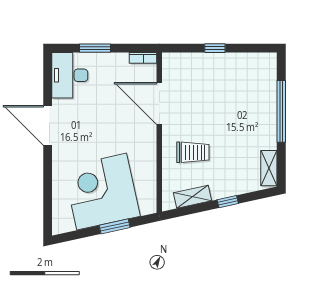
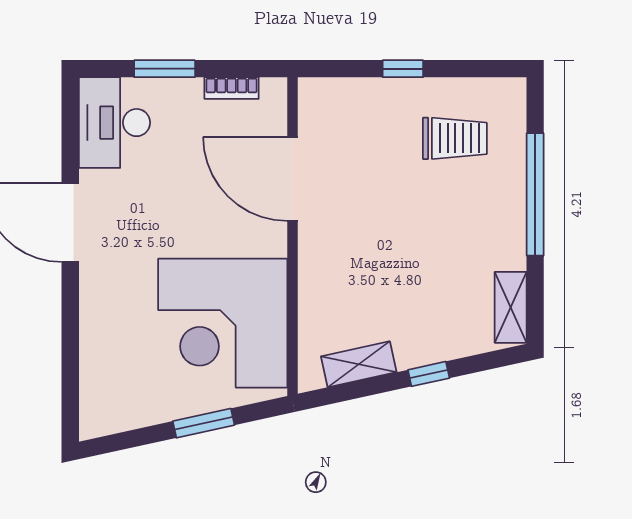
bookcase: (143, 58) -> (232, 88), moved
trolley: (193, 152) -> (455, 138), moved
corner desk: (102, 192) -> (223, 323), moved, turned -78

